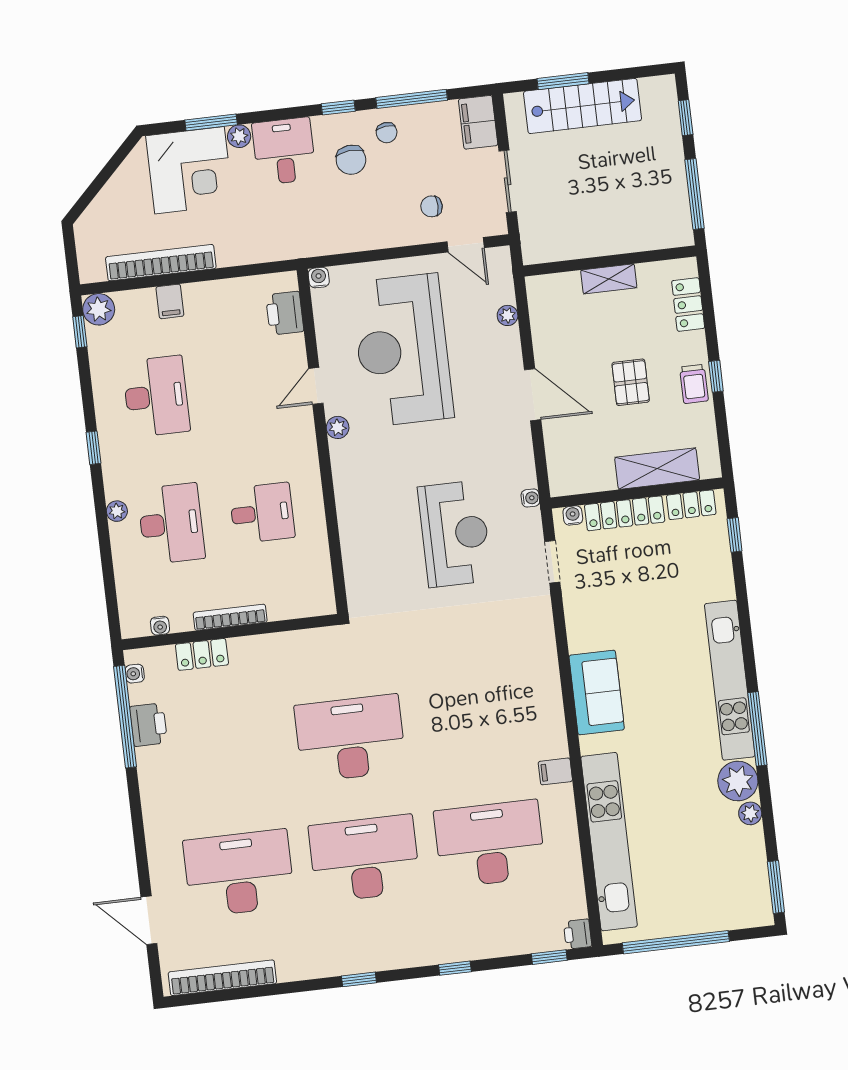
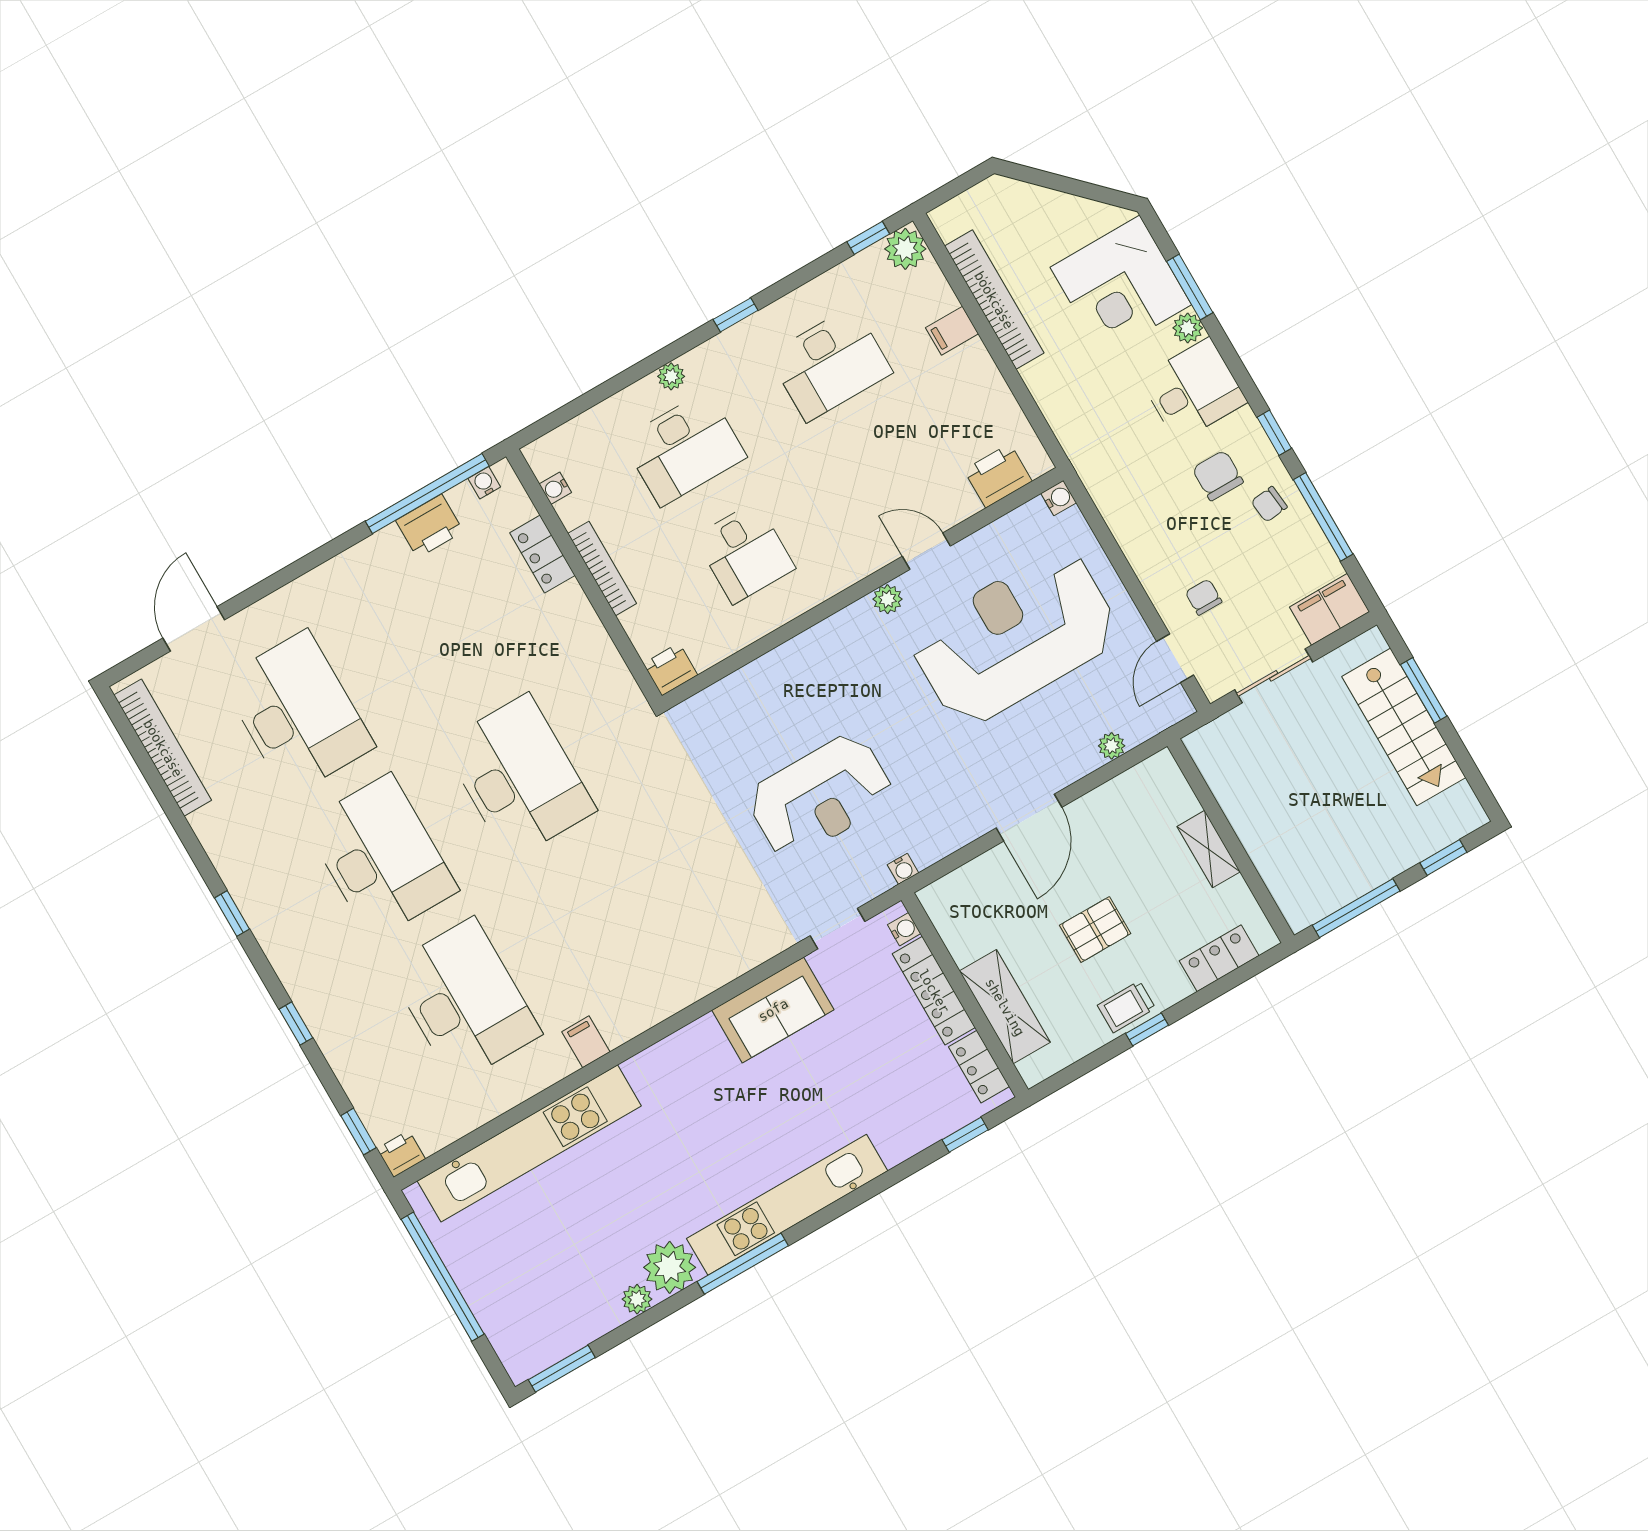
chair: (351, 160) -> (1218, 475), turned 95
printer: (321, 600) -> (670, 669), added
sofa: (597, 692) -> (773, 1010), moved

